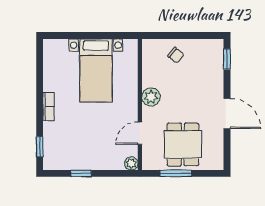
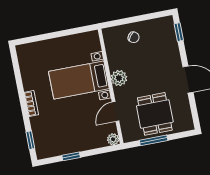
bed with nightstands: (96, 71) -> (79, 80), moved, turned 90

